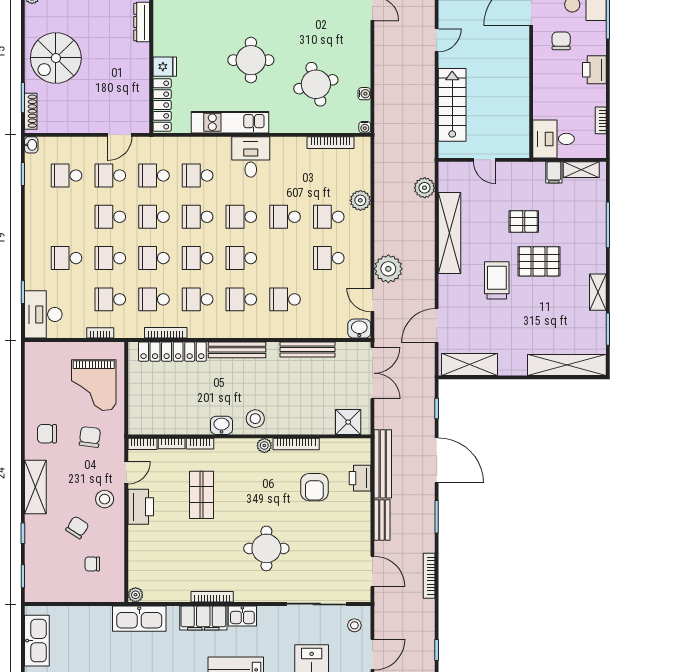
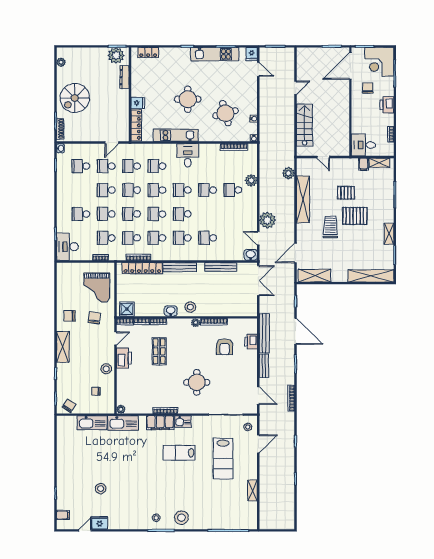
school desk: (329, 258) -> (233, 214), removed
shower: (348, 422) -> (127, 309), moved
stool: (105, 499) -> (106, 369), moved
chair: (77, 527) -> (69, 406), moved
kitchen sink: (37, 641) -> (92, 423), moved, turned 90

